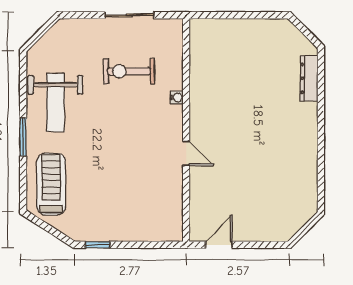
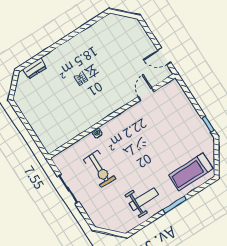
dresser: (309, 78) -> (35, 68), width x0.70
weight bench: (55, 102) -> (144, 199), width x0.73, depth x0.75
door: (186, 153) -> (146, 94), moved

